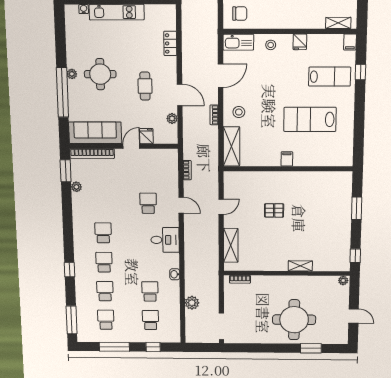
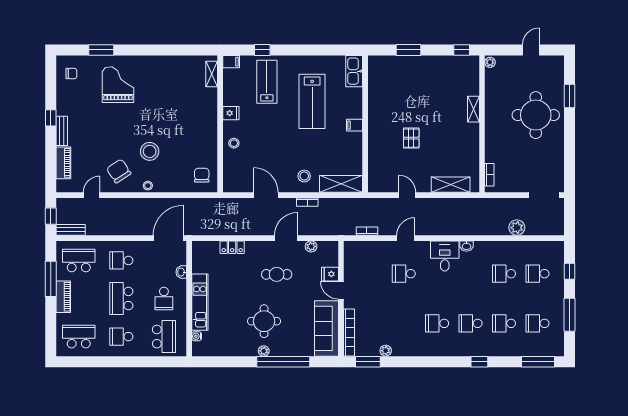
kitchen sink: (238, 42) -> (354, 71), moved, turned 180
washbasin: (175, 274) -> (466, 246), moved

